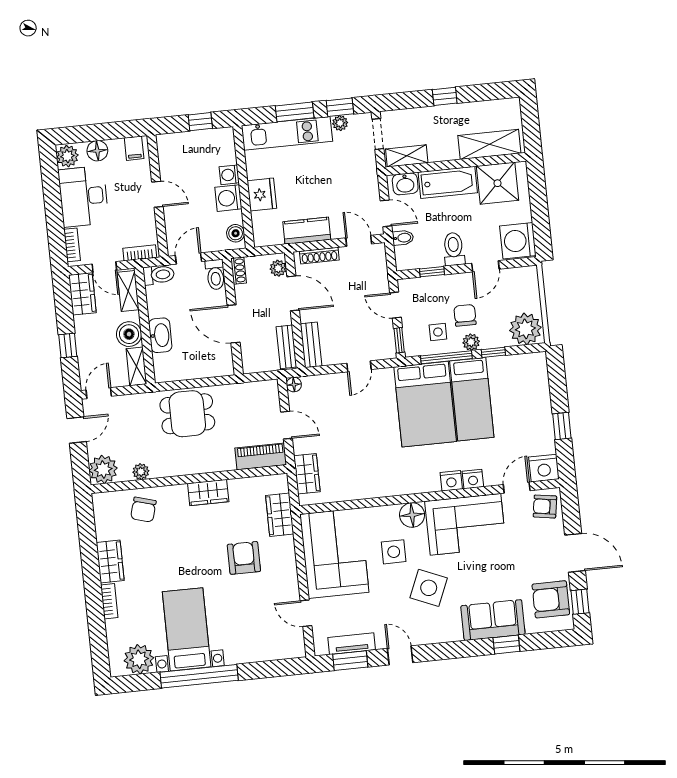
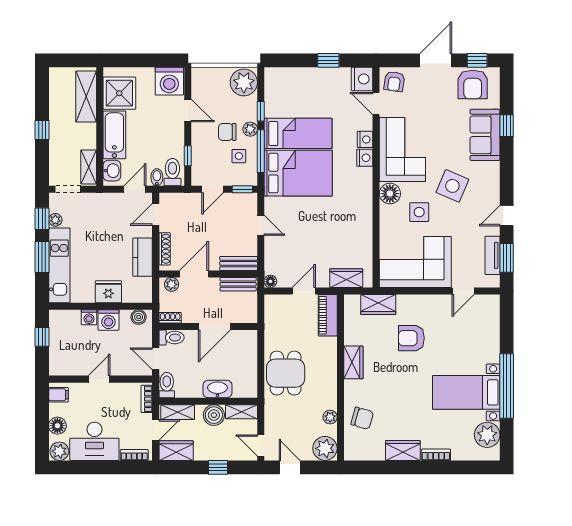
toilet: (454, 249) -> (172, 172), moved, turned 90

